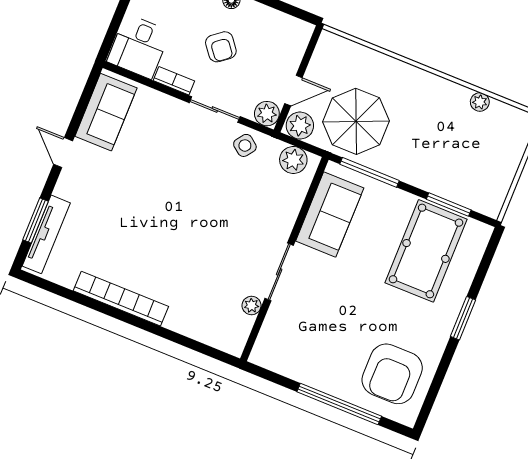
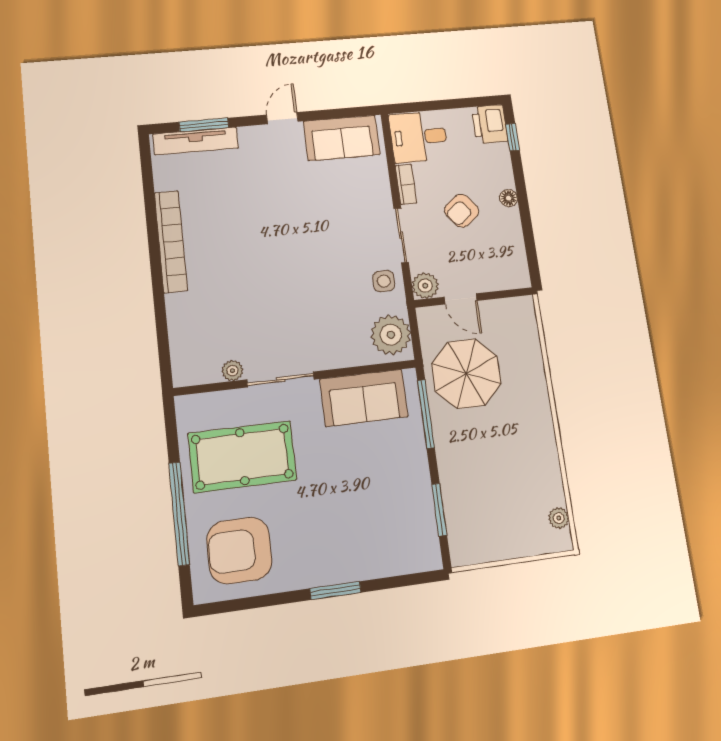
plant: (480, 102) -> (559, 518), moved
plant: (300, 126) -> (432, 323), removed
side table: (245, 145) -> (384, 281), turned -37
plant: (293, 160) -> (391, 335), width x1.36, depth x1.36
pool table: (426, 251) -> (242, 457), moved

